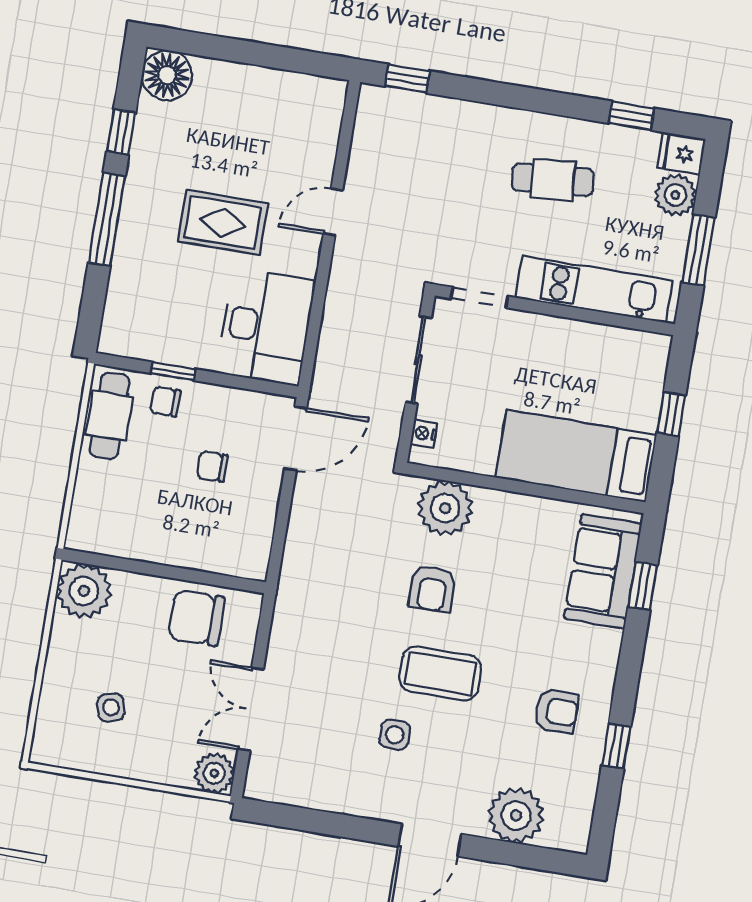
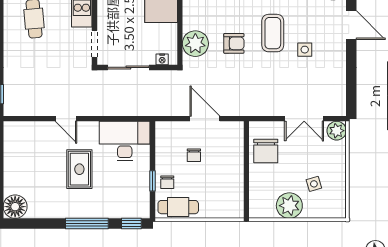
window: (121, 132) -> (131, 224), moved
door: (296, 438) -> (205, 119), moved
plant: (84, 591) -> (289, 206), moved

